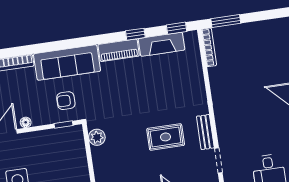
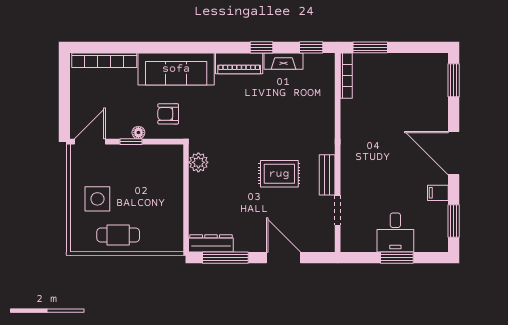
fireplace: (162, 44) -> (283, 61), width x0.73, depth x0.76
floor lamp: (26, 122) -> (138, 133), moved
window: (64, 124) -> (131, 142), moved

